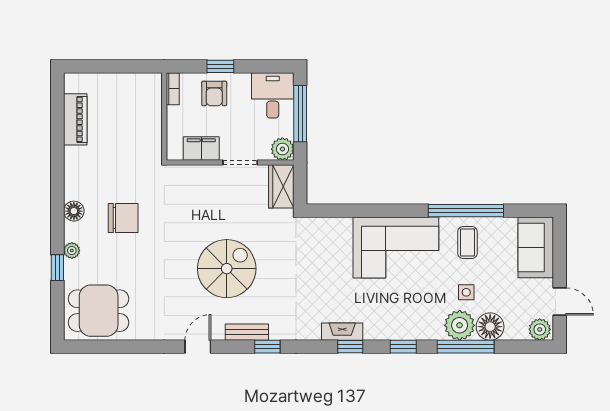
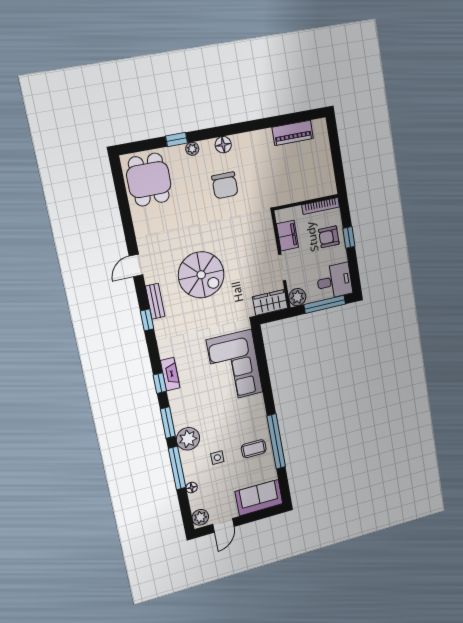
bookcase: (173, 89) -> (321, 206), width x1.56
corner sofa: (396, 247) -> (235, 366), moved
plant: (460, 325) -> (188, 439), moved
floor lamp: (490, 327) -> (192, 488), width x0.53, depth x0.53
door: (198, 347) -> (136, 265), swing flipped
window: (403, 347) -> (168, 423), width x1.50

